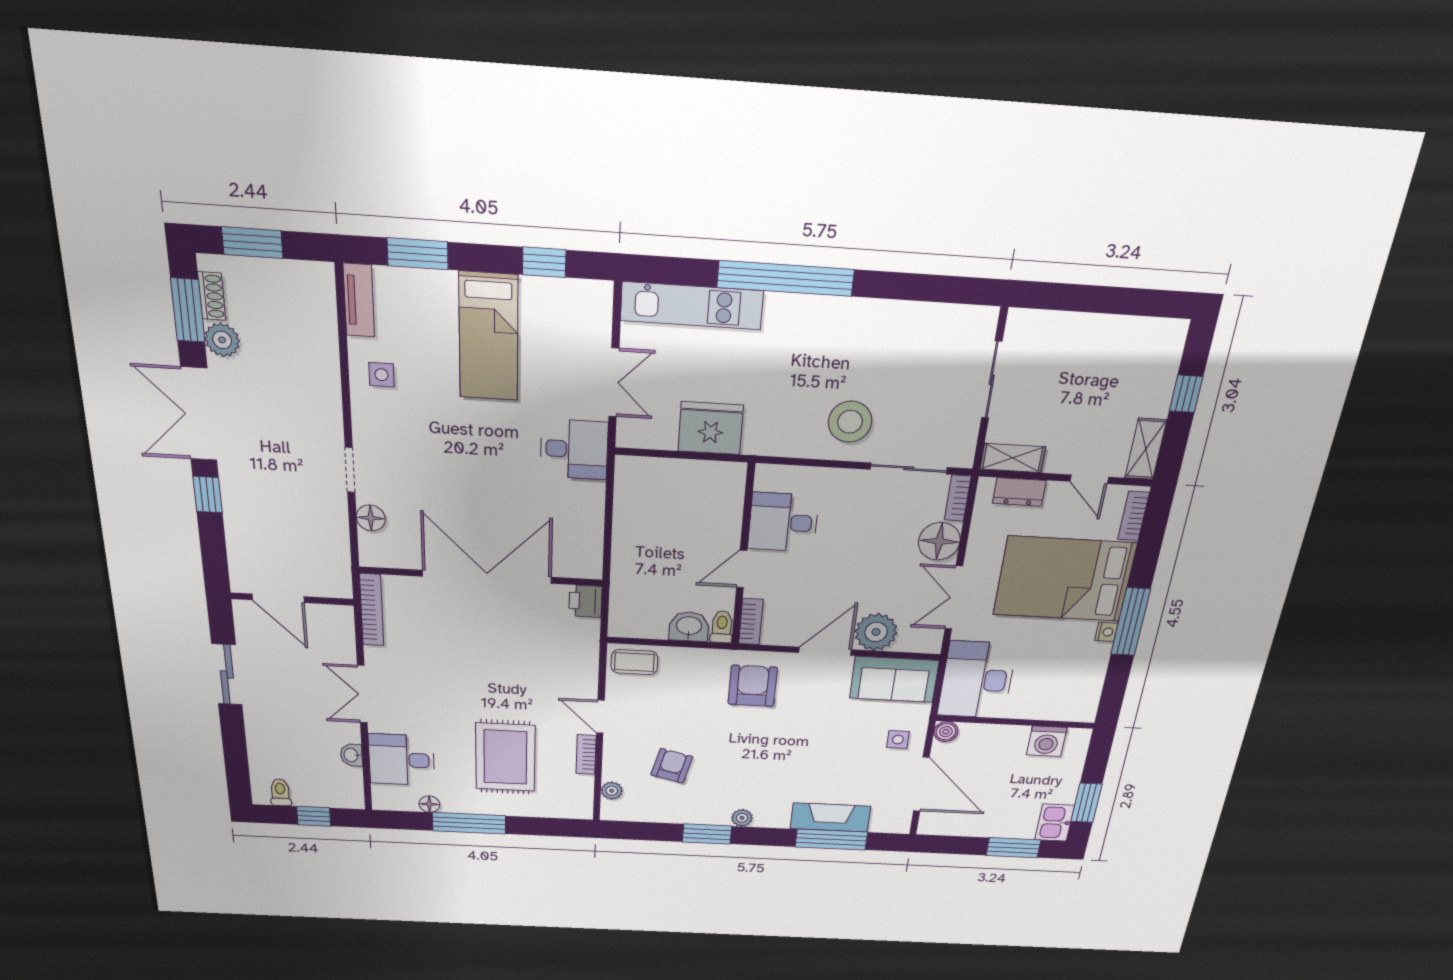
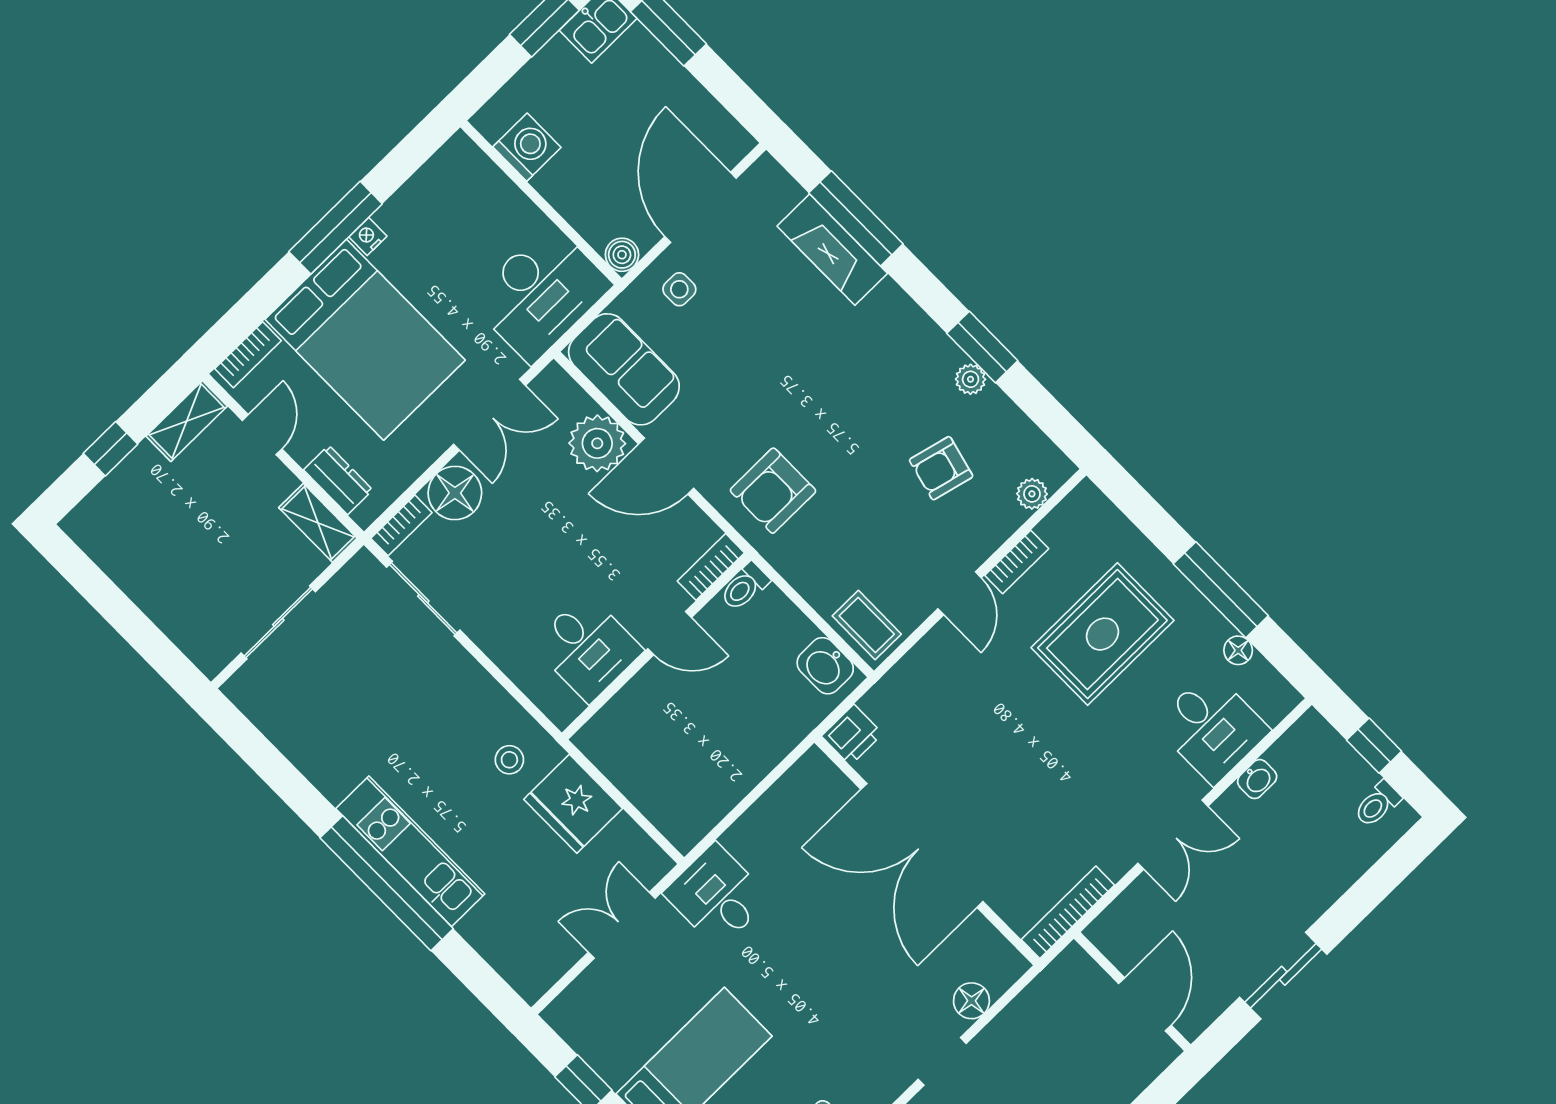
kitchen unit: (692, 306) -> (410, 851), moved
stool: (850, 422) -> (509, 760), moved, width x0.53, depth x0.53
washbasin: (689, 627) -> (825, 666), moved
plant: (742, 818) -> (971, 379), moved

